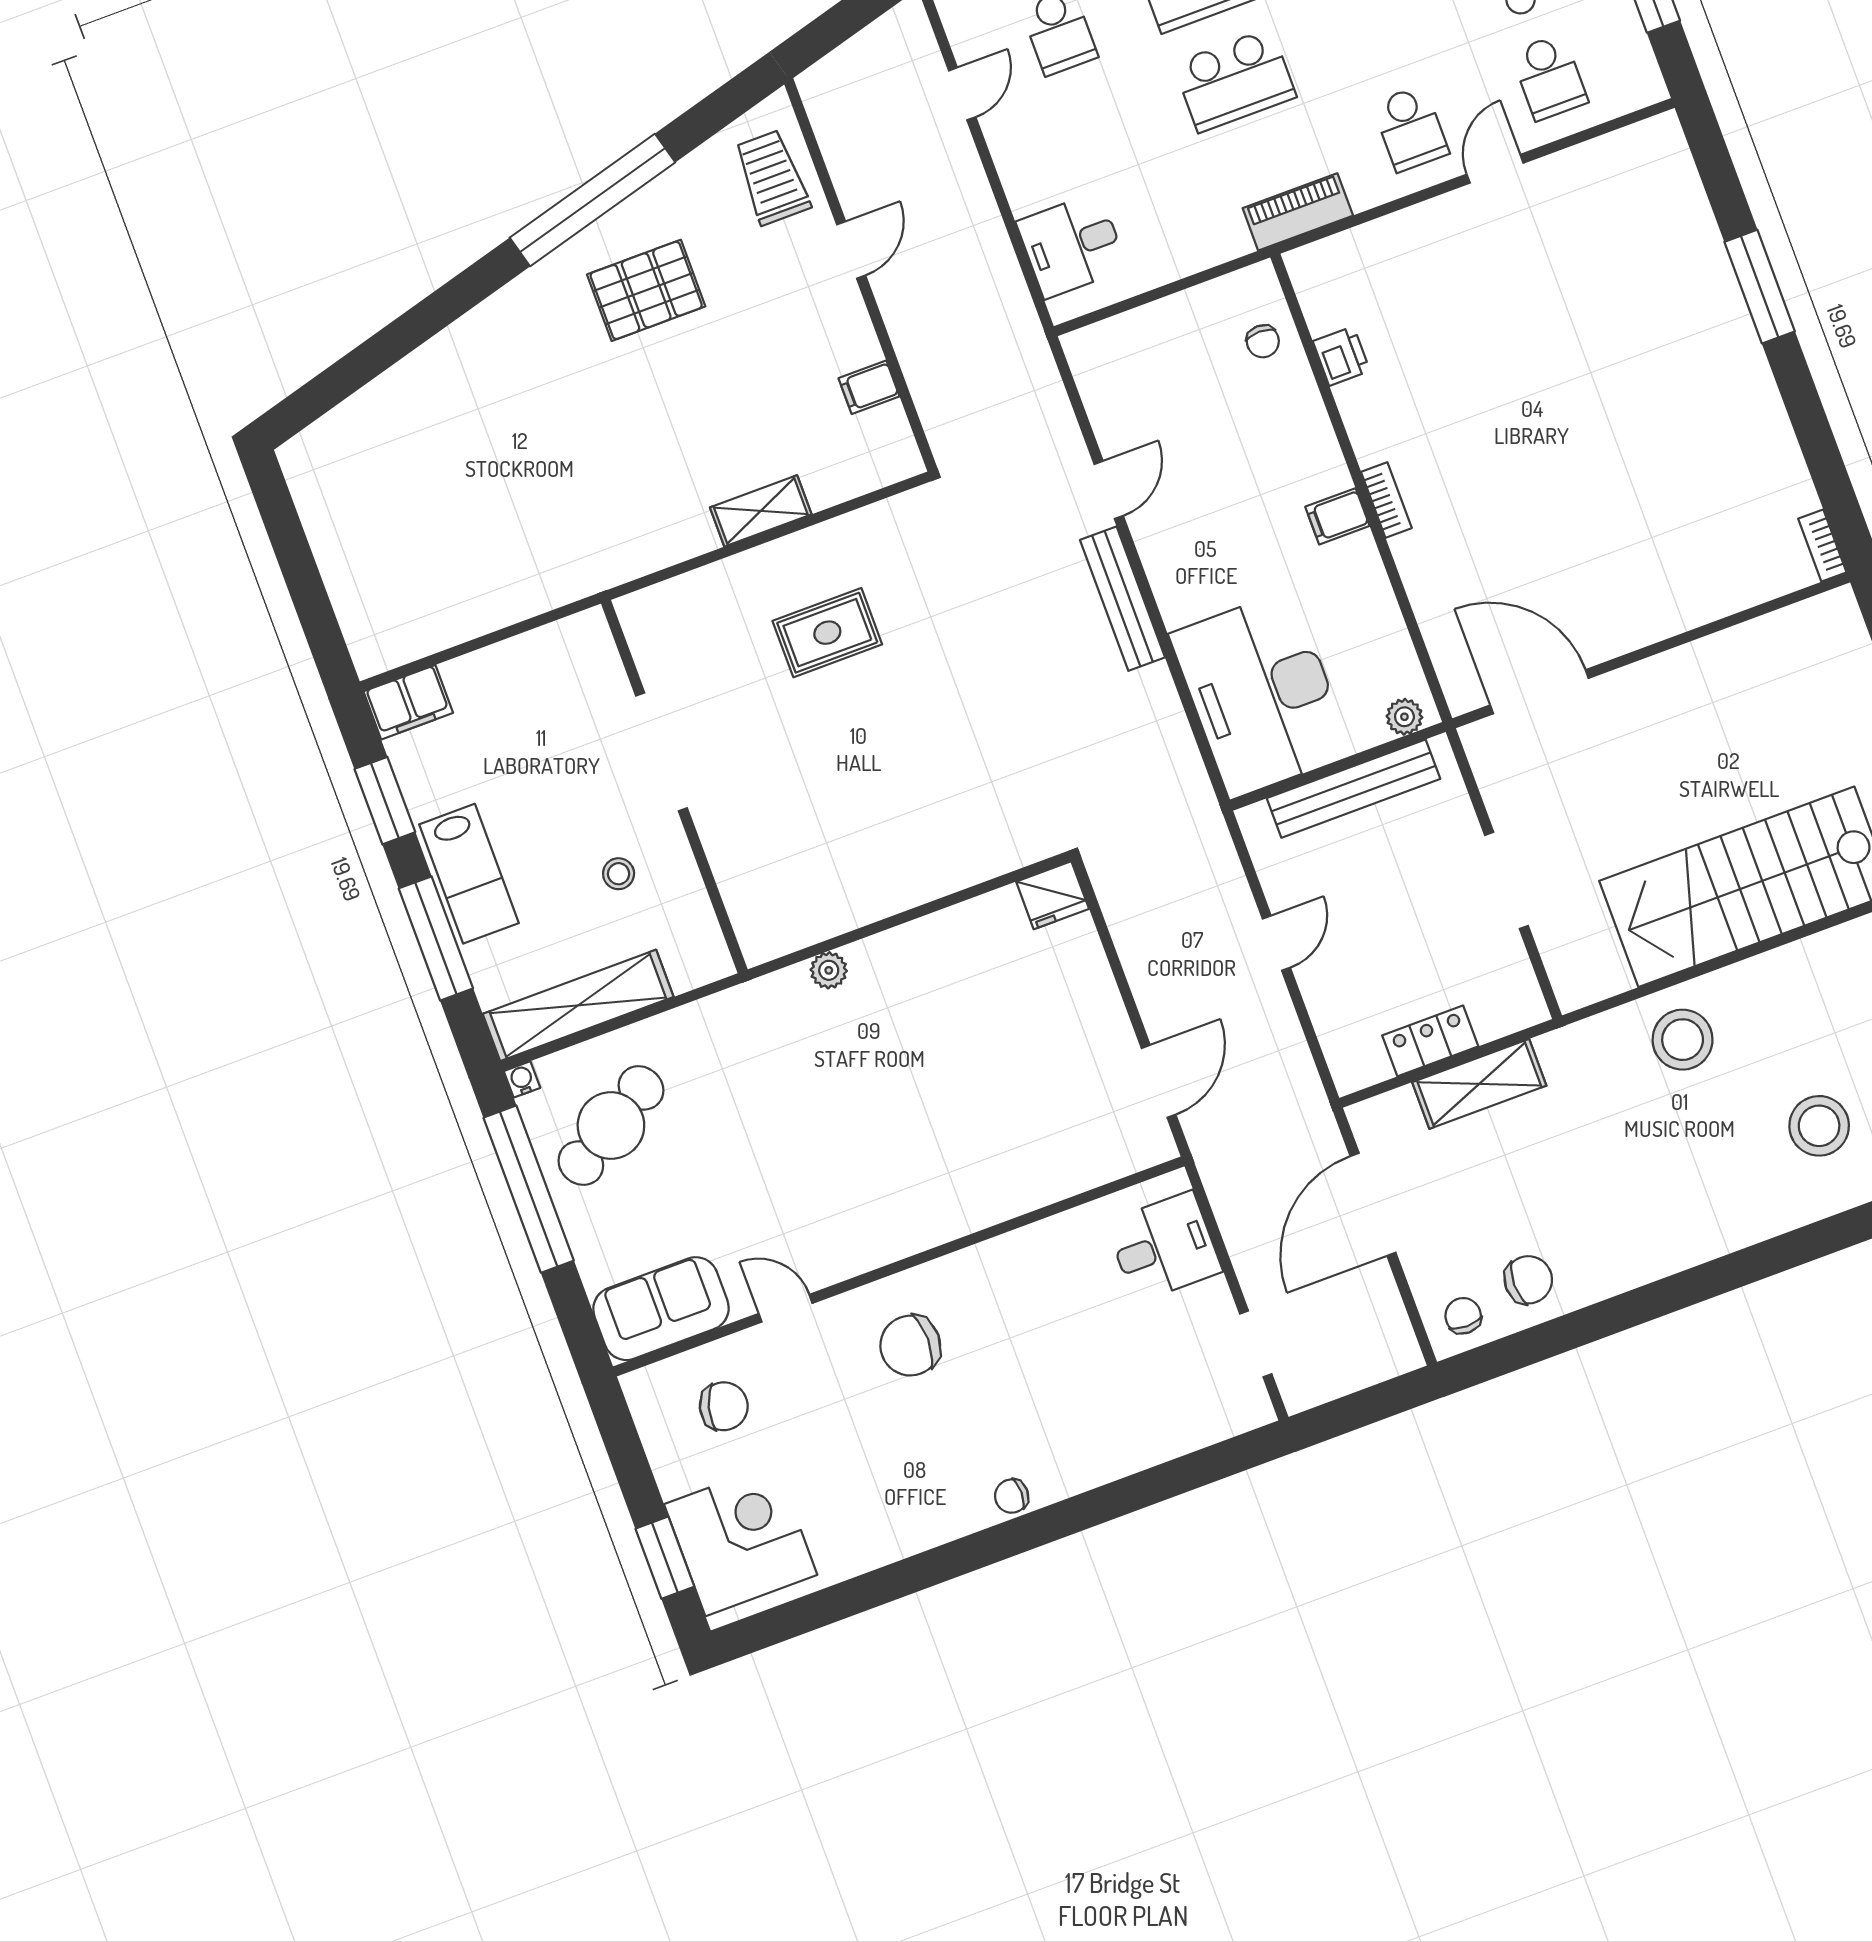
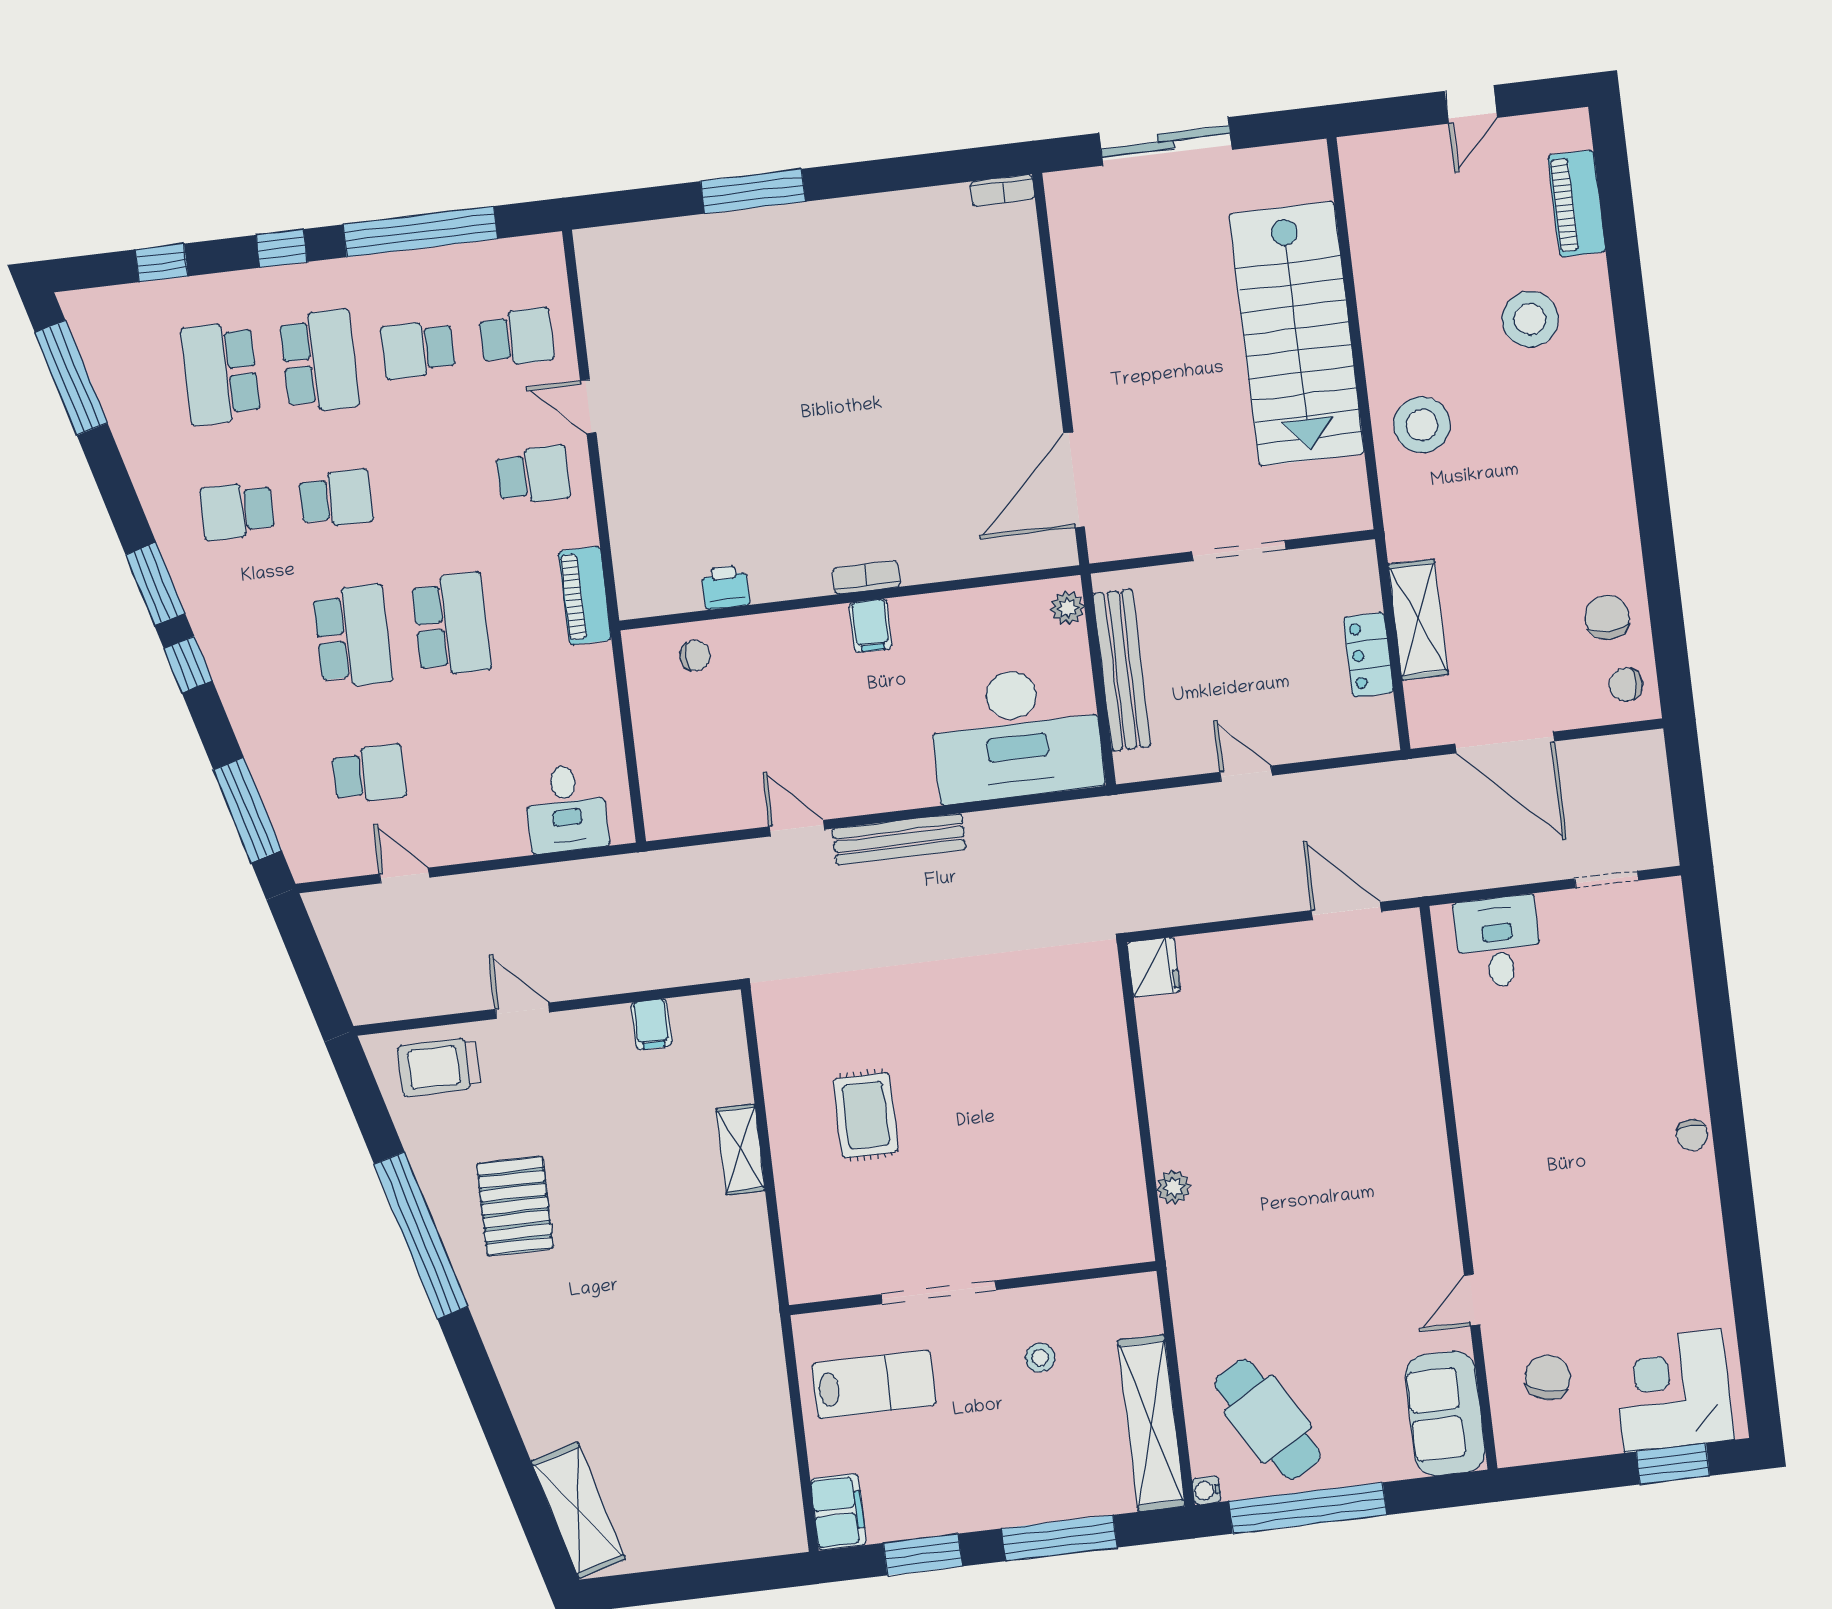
shelving: (346, 432) -> (578, 1510), added
lab bench: (469, 874) -> (874, 1384), moved
chair: (910, 1346) -> (1533, 1194), removed

